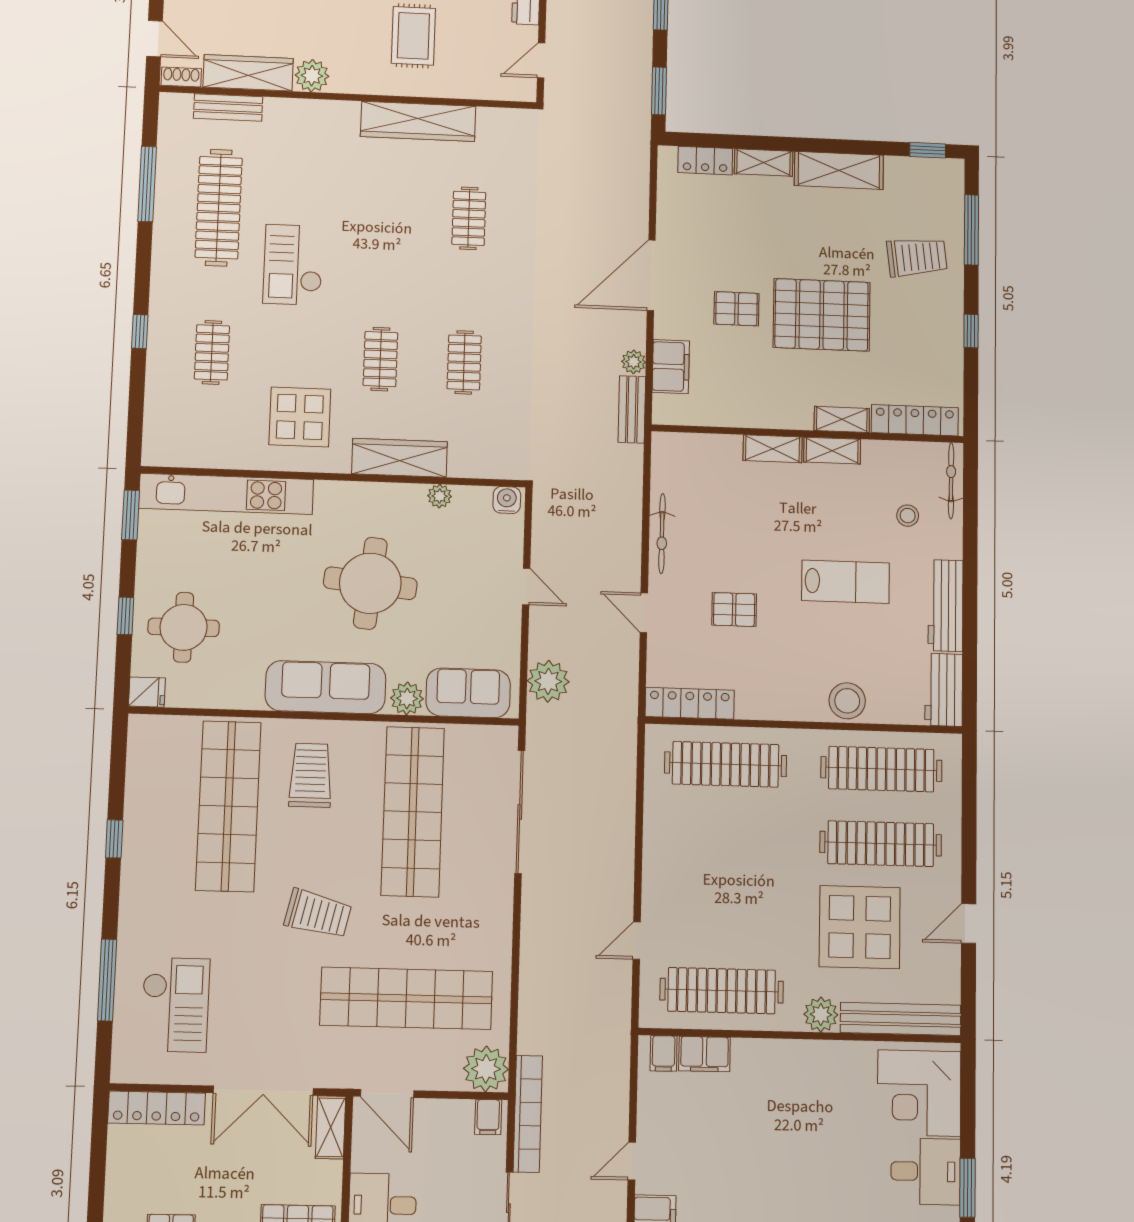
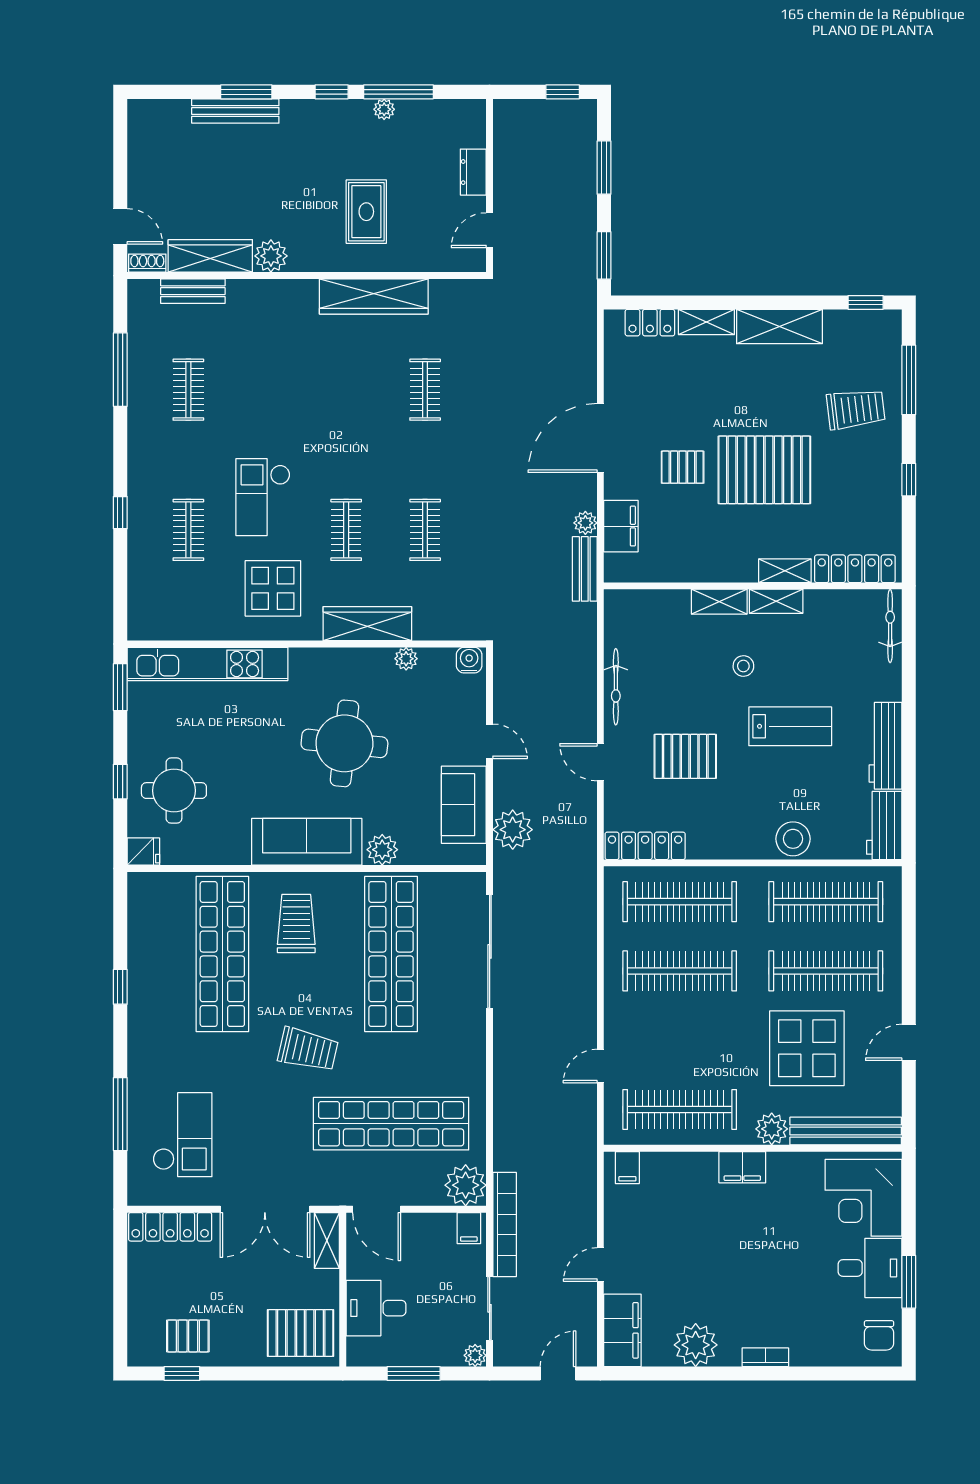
clothes rail: (219, 208) -> (188, 390), width x0.54, depth x0.76
checkout: (293, 265) -> (263, 497), moved
stool: (908, 516) -> (743, 666), moved
pallet: (734, 610) -> (685, 756), width x1.50, depth x1.42
sofa: (468, 693) -> (464, 805), moved, turned -90
clothes rail: (724, 839) -> (680, 971), added
filing cabinet: (705, 1054) -> (742, 1167), moved

